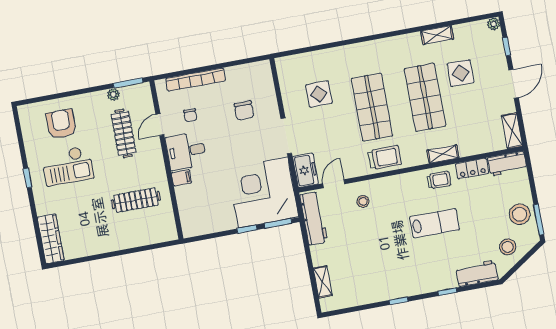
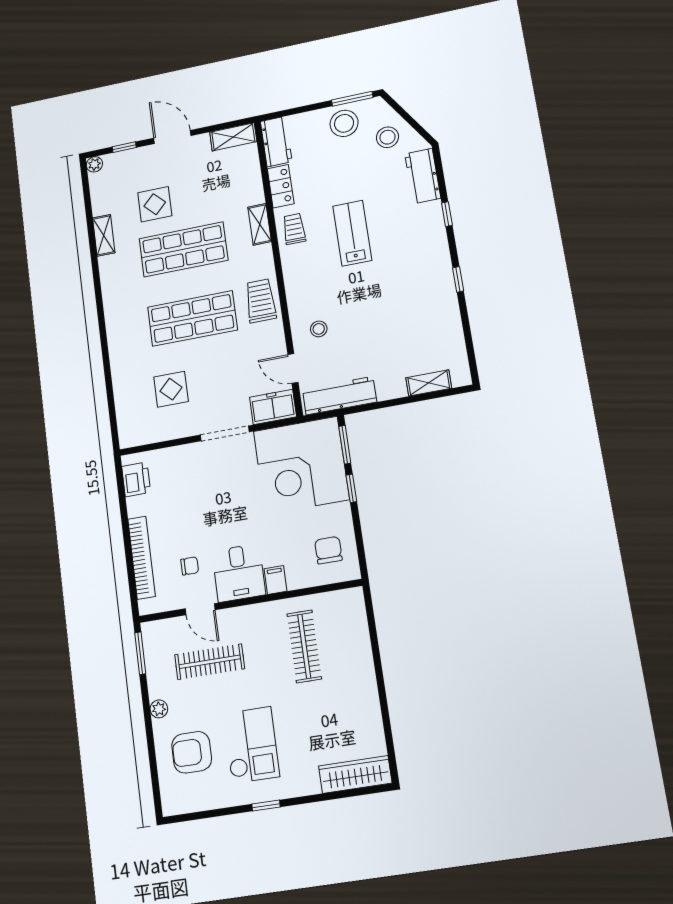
printer: (252, 72) -> (136, 479), added
plant: (113, 94) -> (159, 709), moved
chair: (244, 110) -> (328, 550), moved, turned -90

